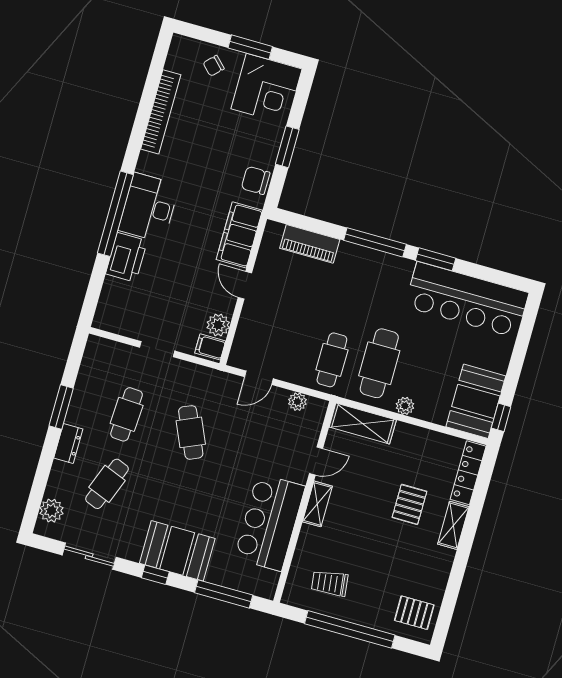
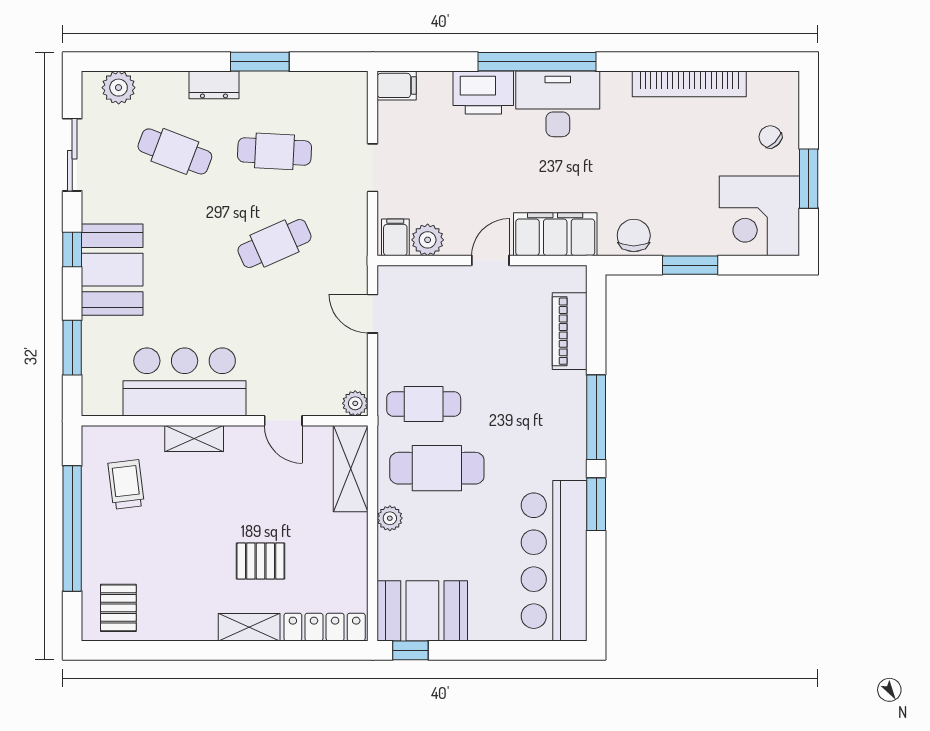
filing cabinet: (105, 316) -> (397, 85), added
plant: (297, 402) -> (355, 403), moved
shelving: (317, 504) -> (194, 439), moved
window: (224, 594) -> (72, 348), width x0.69

